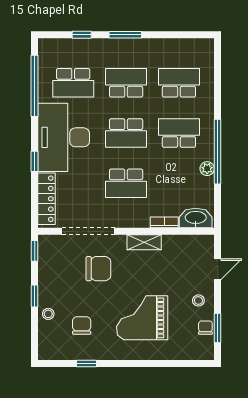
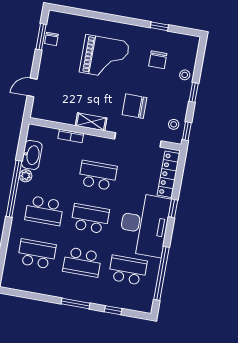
school desk: (179, 83) -> (37, 254), turned 180
washbasin: (196, 218) -> (32, 155), moved, turned -90
stool: (198, 300) -> (174, 124), moved

